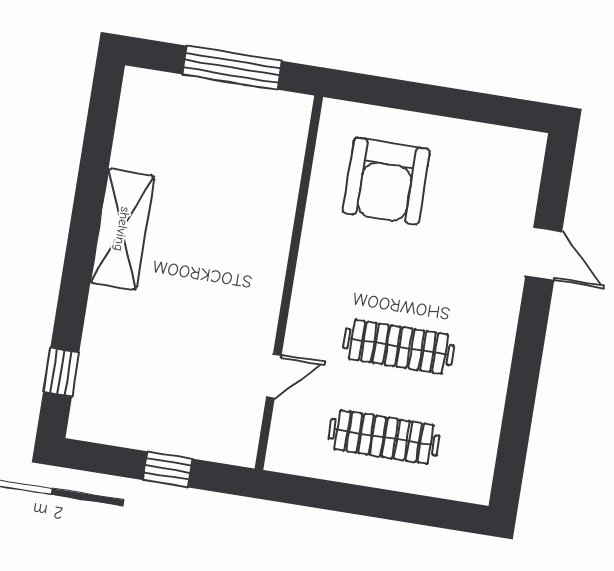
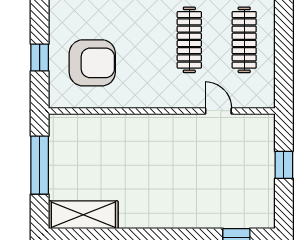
window: (409, 96) -> (40, 58), added
shelving: (122, 229) -> (83, 215), moved

